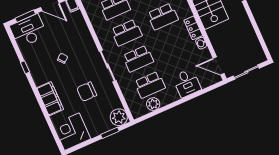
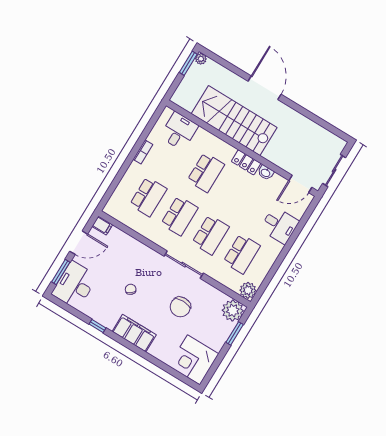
filing cabinet: (50, 99) -> (134, 333), moved
plant: (153, 104) -> (248, 290), moved

